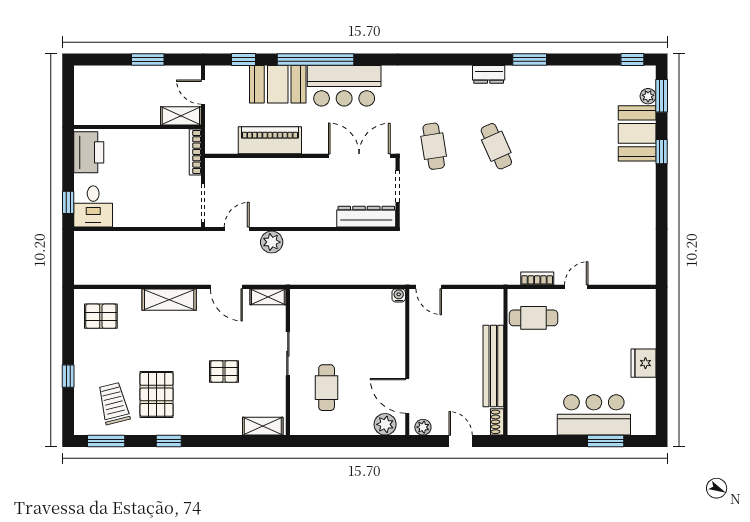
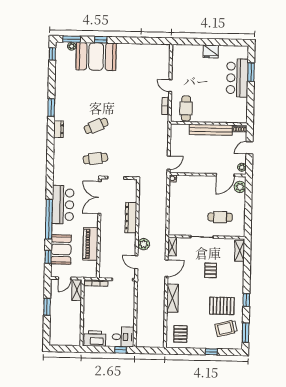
booth: (278, 84) -> (61, 249), moved
booth: (637, 133) -> (96, 57), width x1.36, depth x1.42
dresser: (366, 217) -> (131, 218), moved

